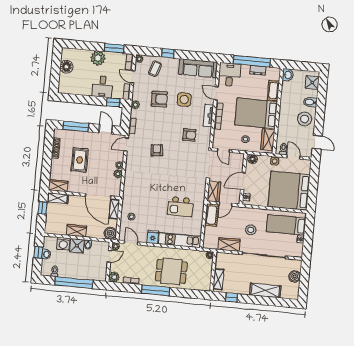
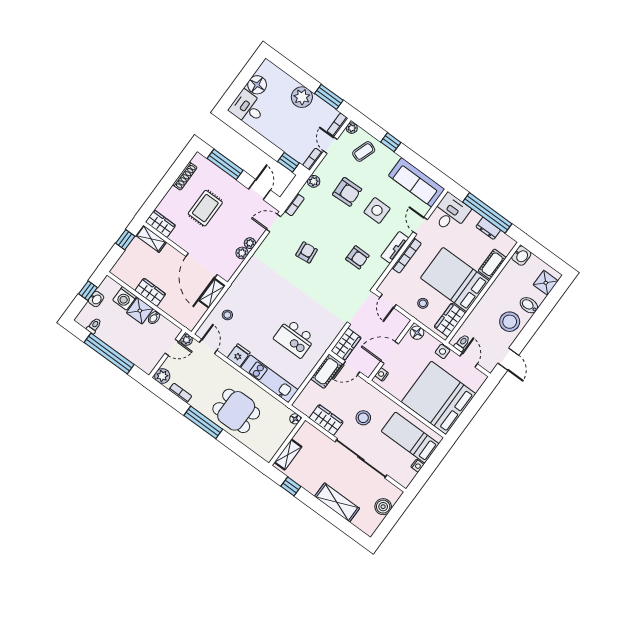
desk: (102, 87) -> (247, 108), moved, turned 90
boiler: (110, 233) -> (190, 320), removed

